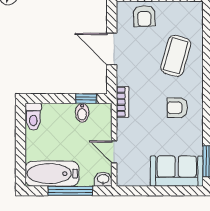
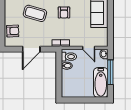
window: (86, 99) -> (59, 63), removed
toilet: (33, 117) -> (69, 57), moved
door: (114, 152) -> (89, 48), hinge flipped

